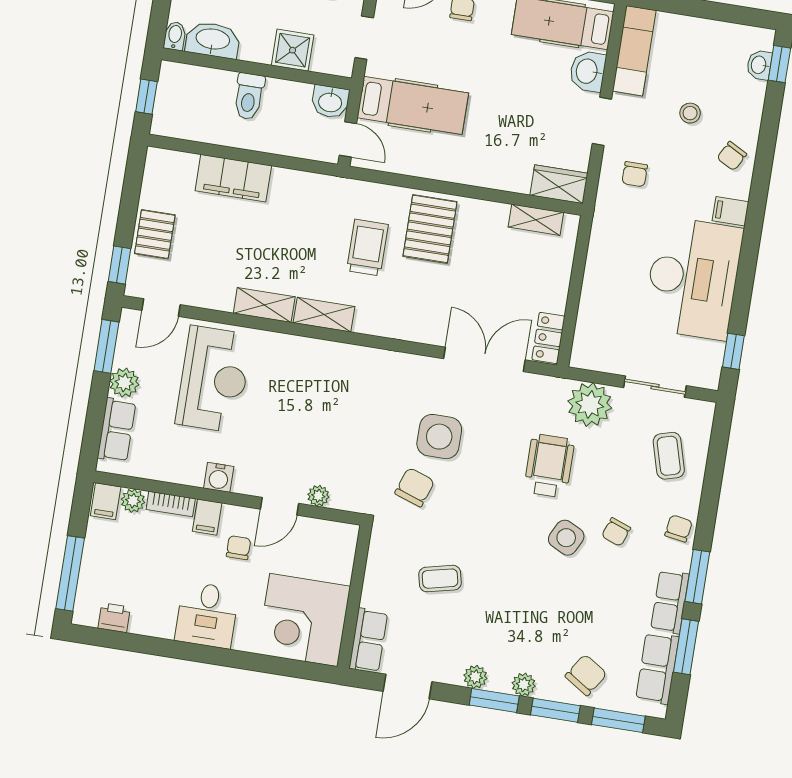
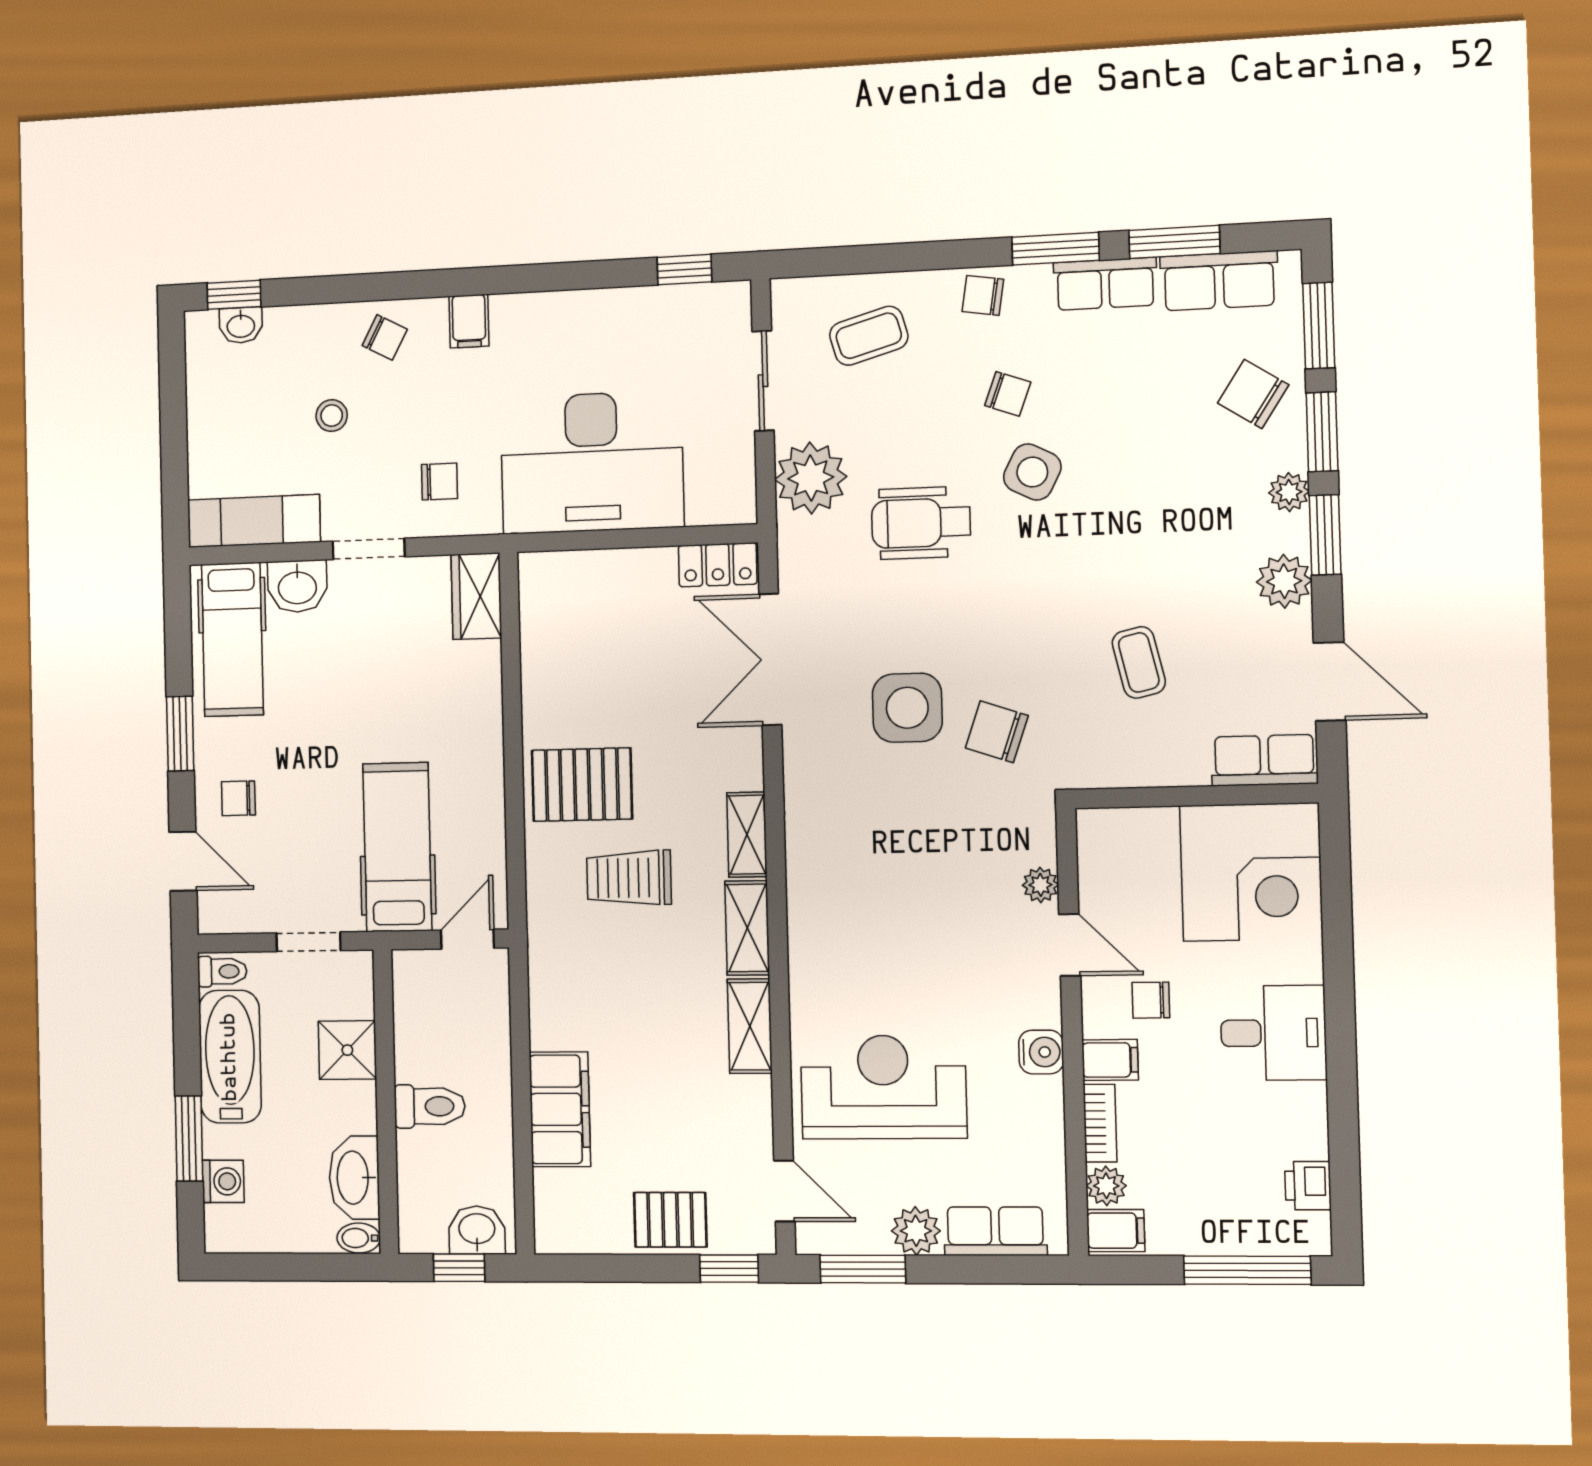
washbasin: (330, 102) -> (477, 1230), moved, turned -90
shelving: (536, 220) -> (747, 835), moved
desk: (693, 278) -> (592, 462), moved, turned 180
plant: (475, 677) -> (1284, 581), width x1.38, depth x1.38

